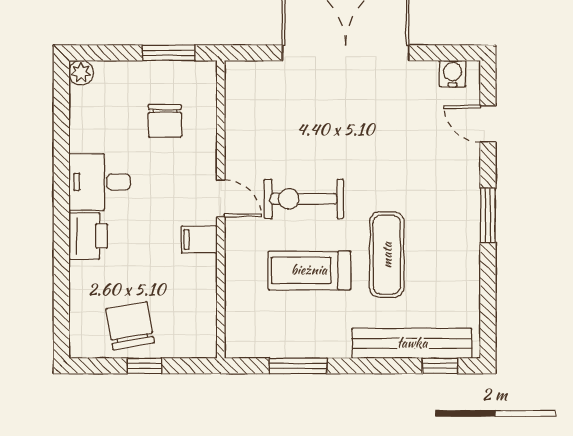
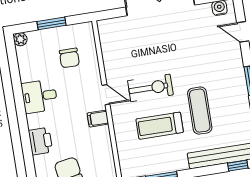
window: (169, 53) -> (51, 23), moved
exercise bike: (304, 199) -> (150, 88), turned 180
printer: (88, 236) -> (40, 141), moved

